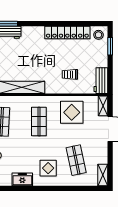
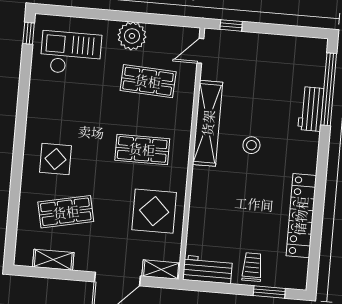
stool: (98, 35) -> (251, 145), moved
trolley: (70, 74) -> (252, 267), moved
shelving: (103, 175) -> (53, 260), moved
freezer: (22, 179) -> (39, 110), removed

